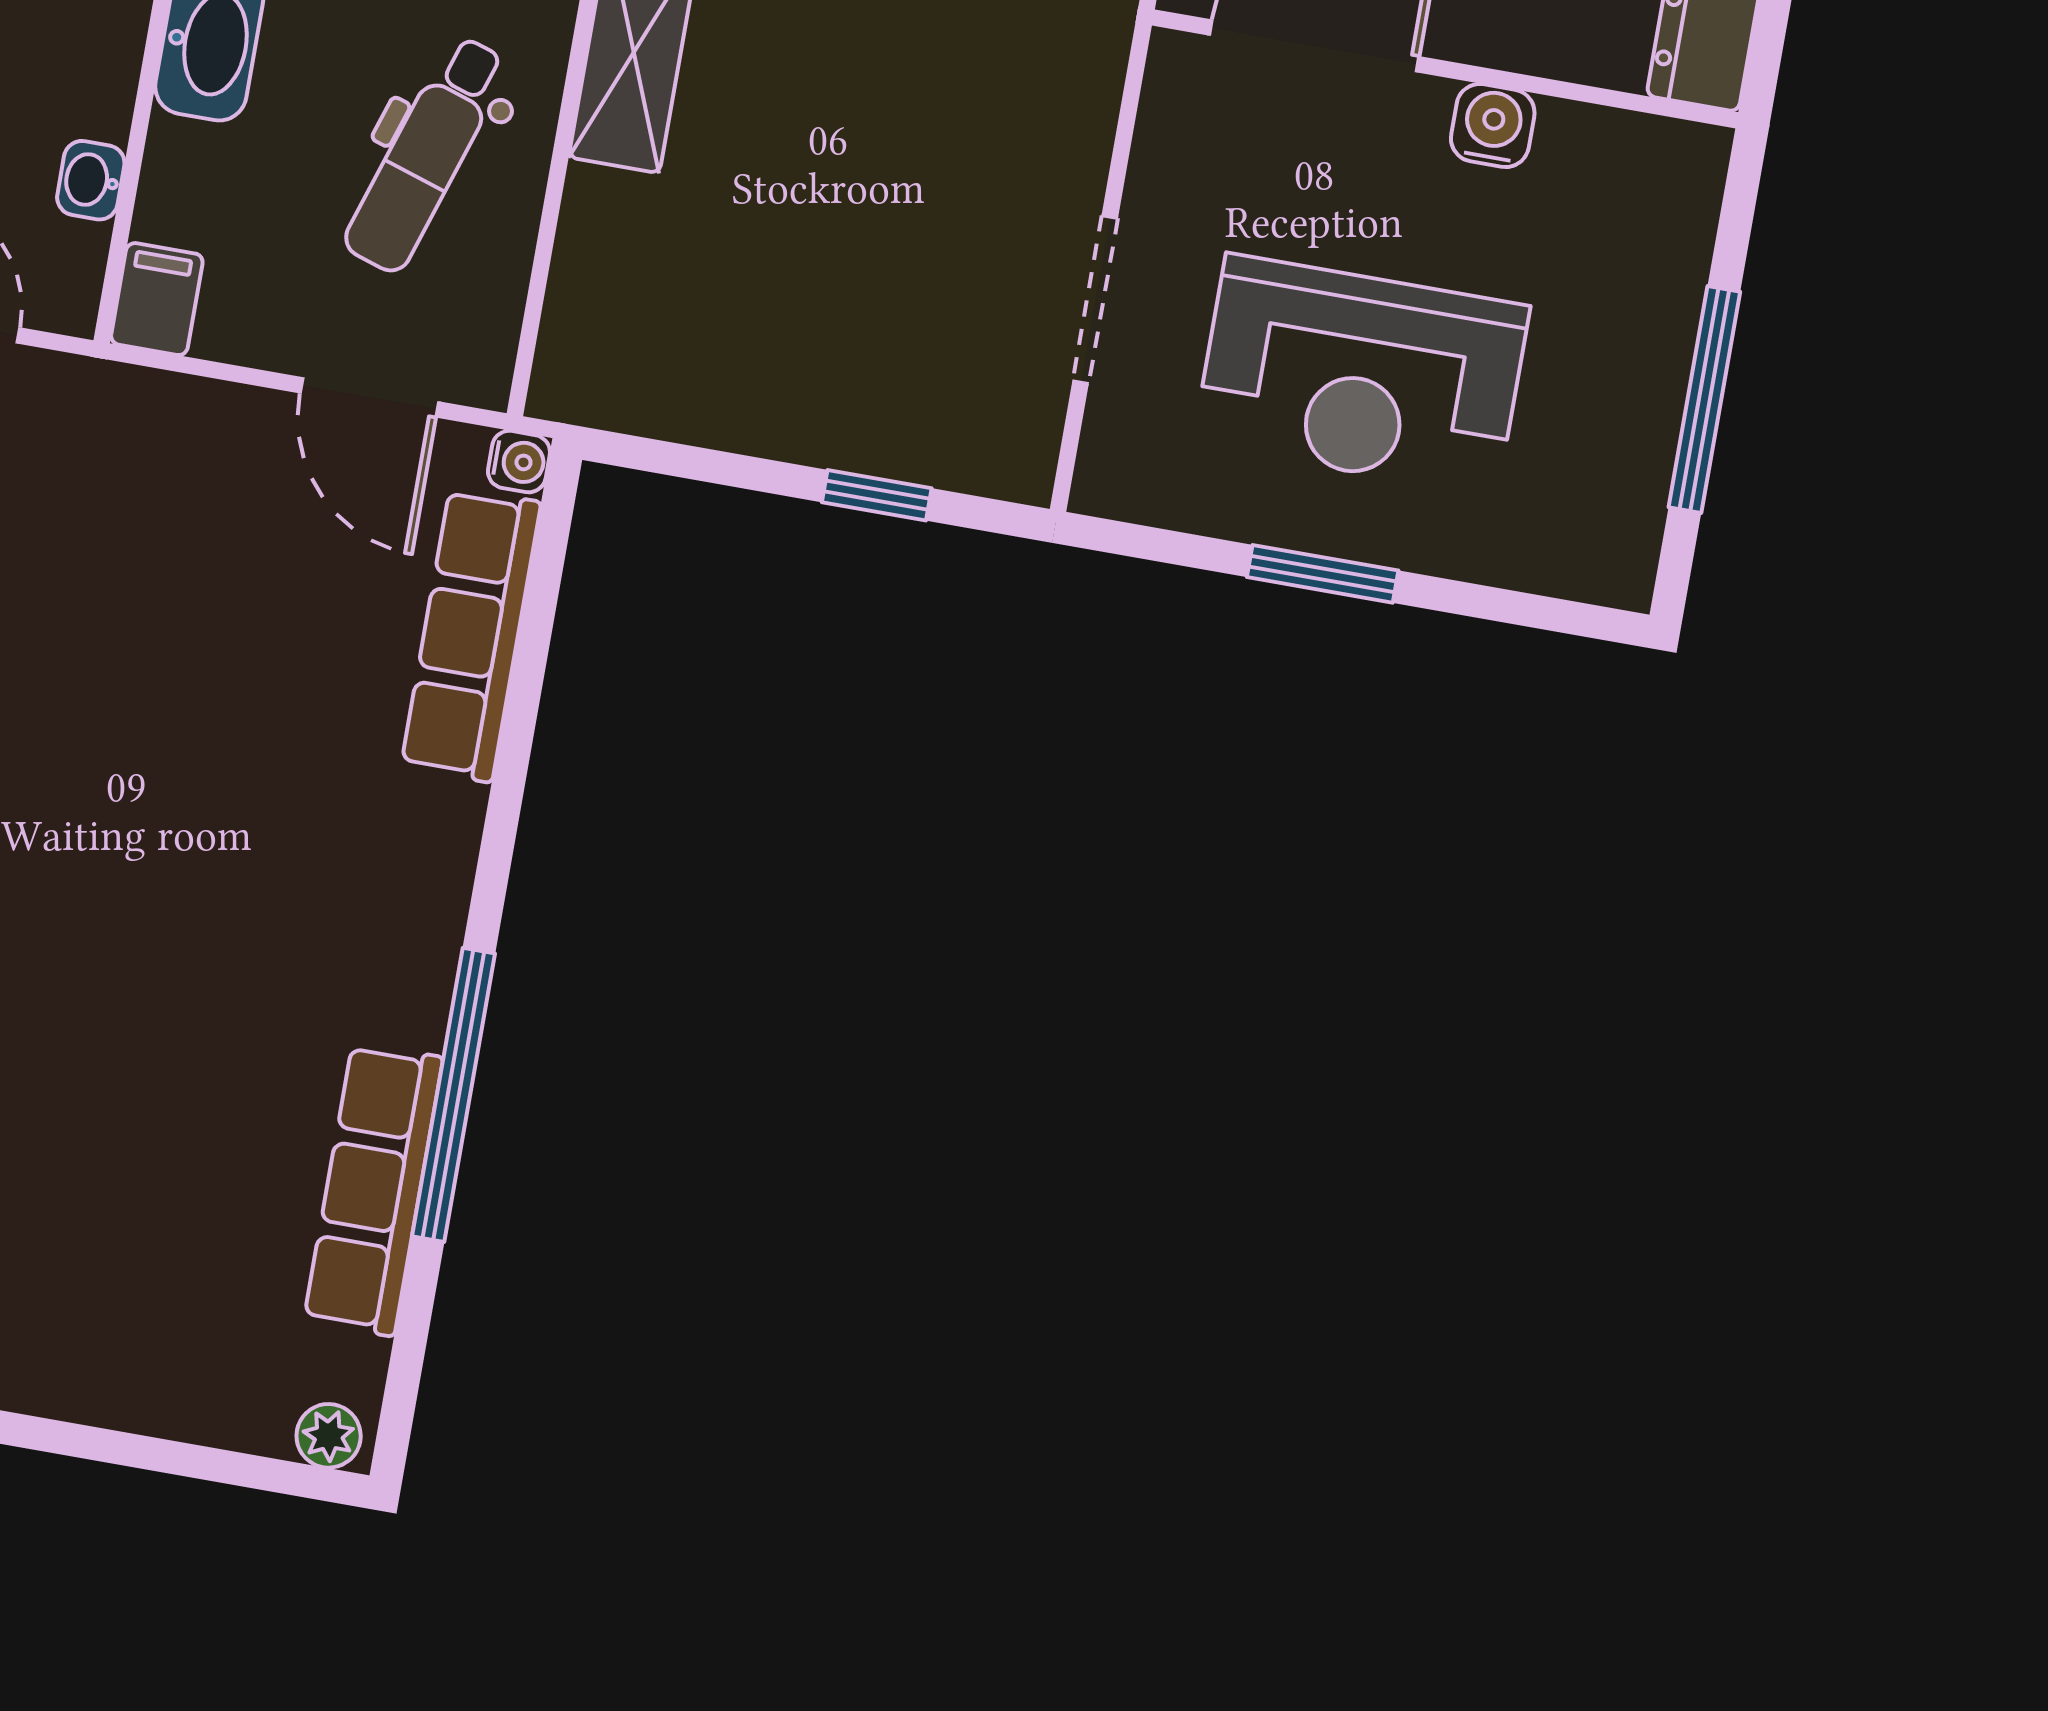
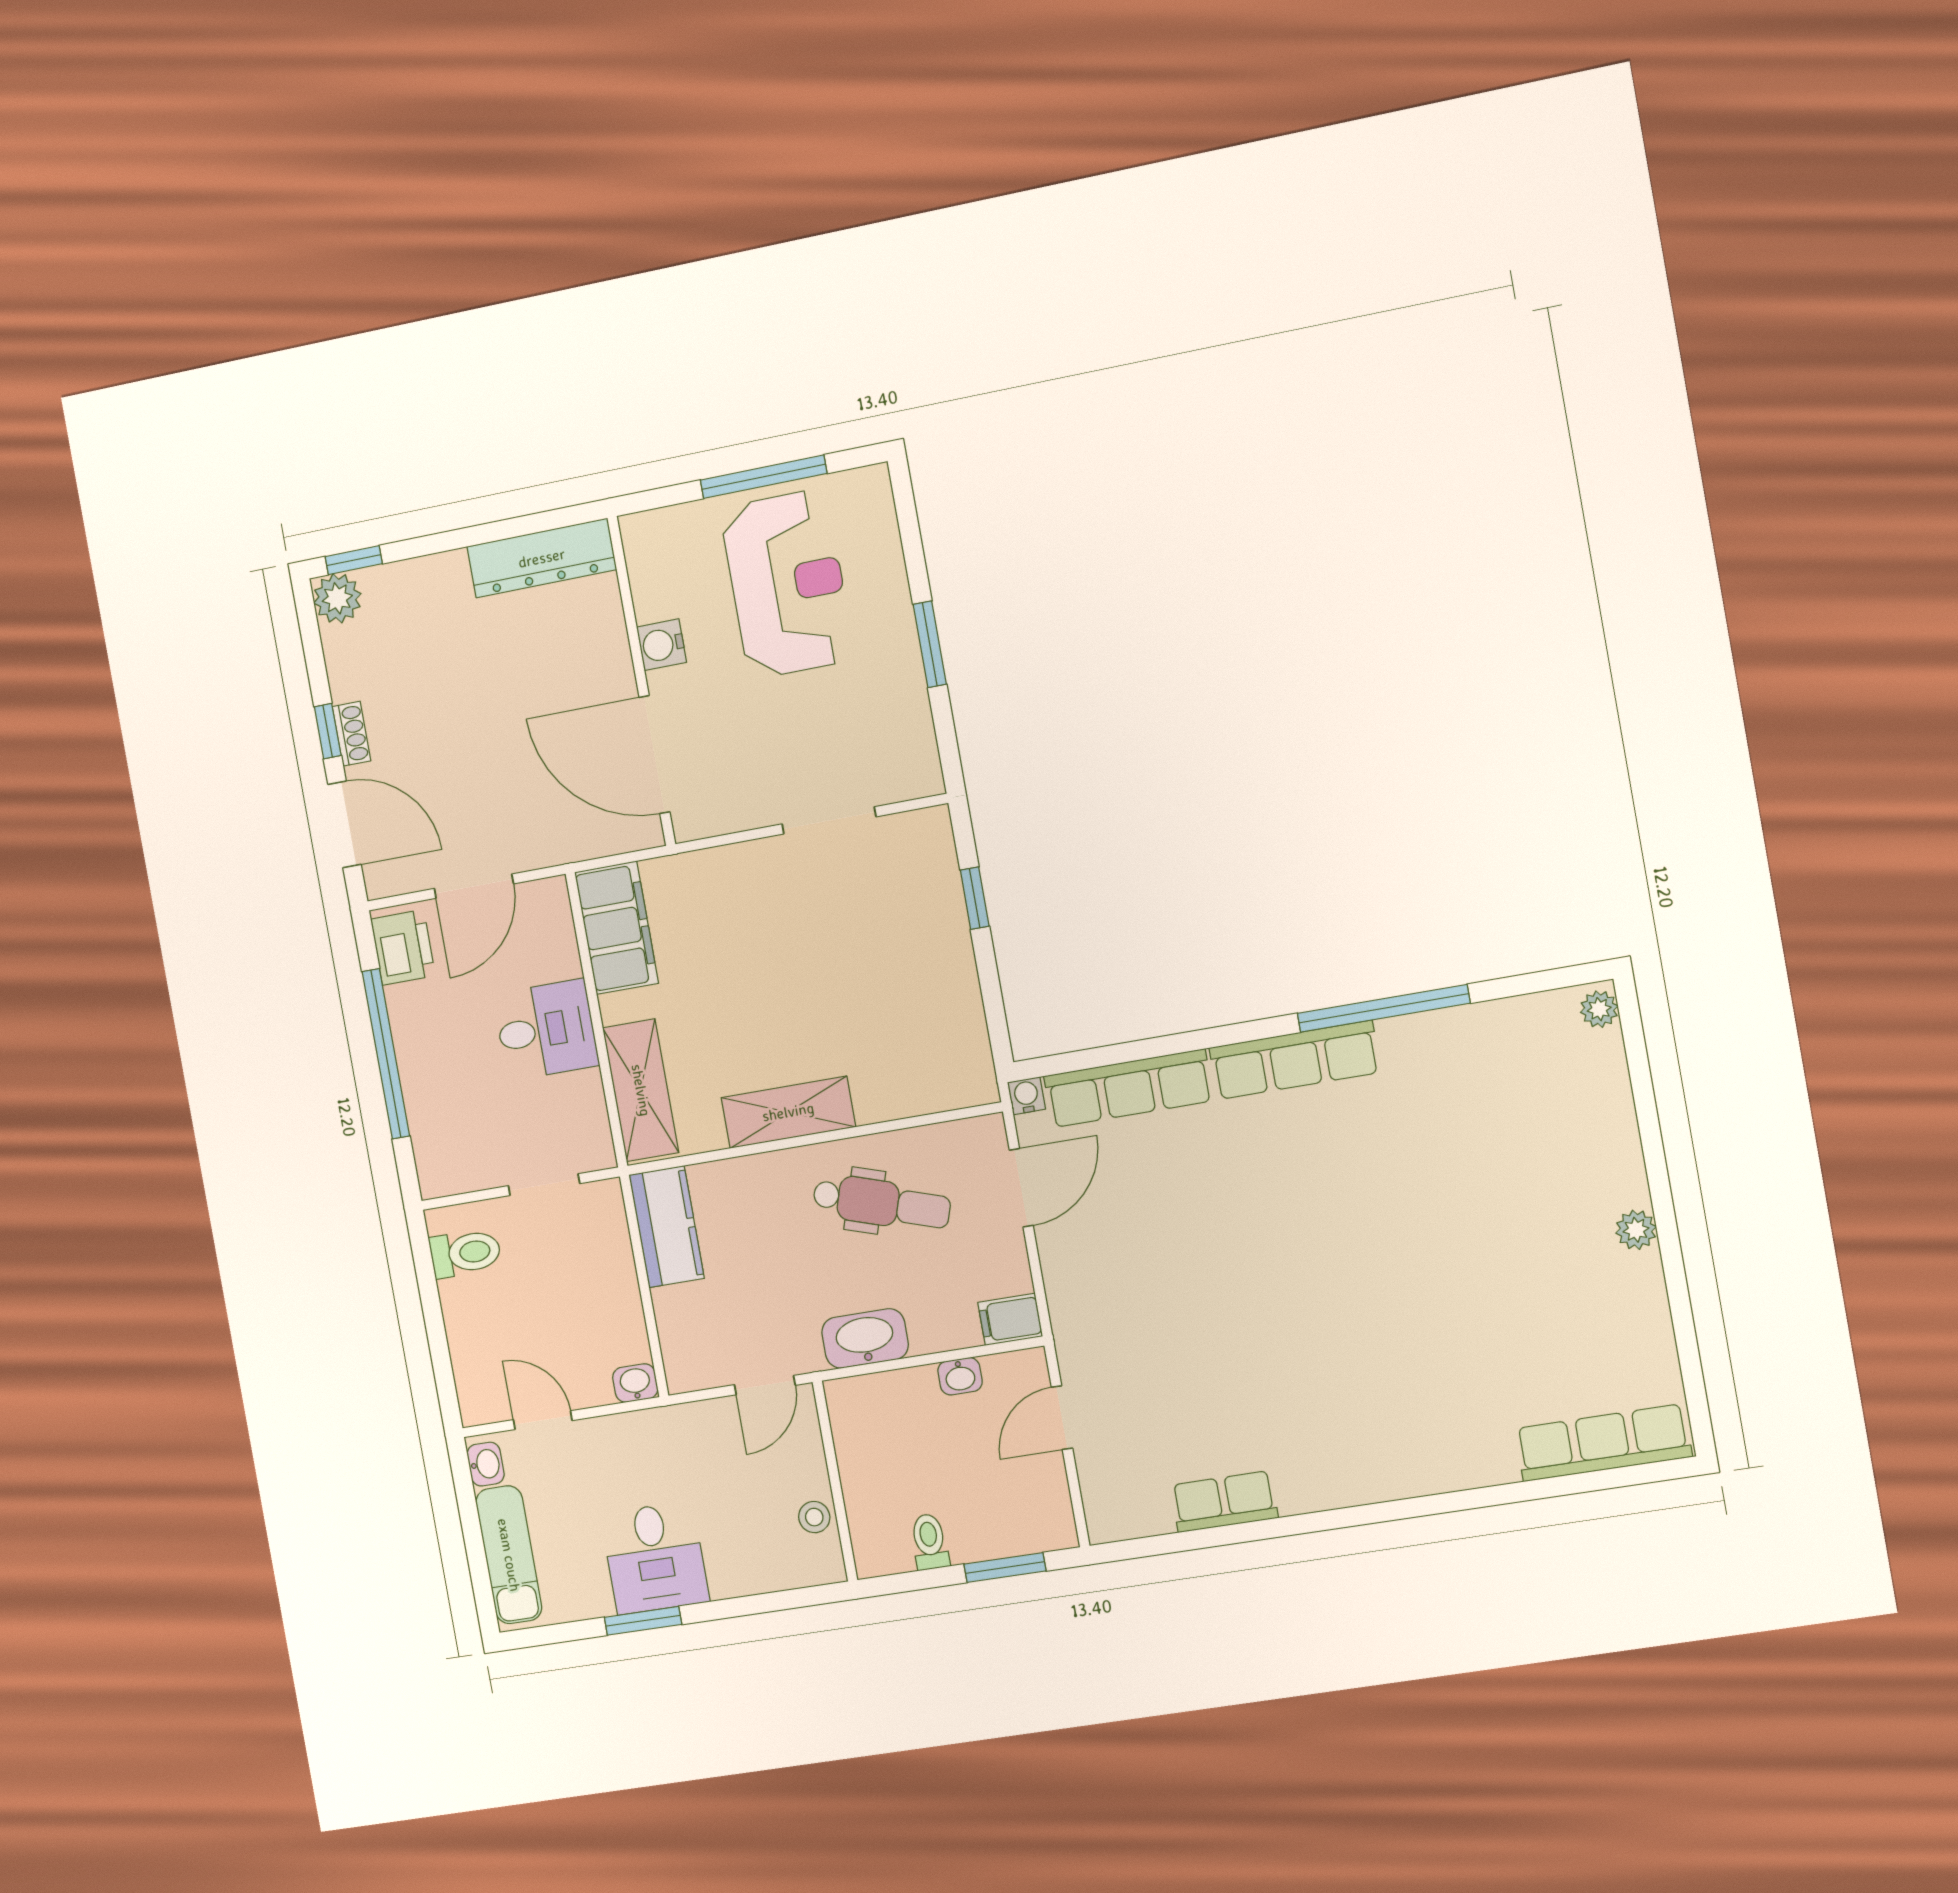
reception desk: (1361, 375) -> (787, 584), moved
row of seats: (373, 1189) -> (1295, 1060), moved

